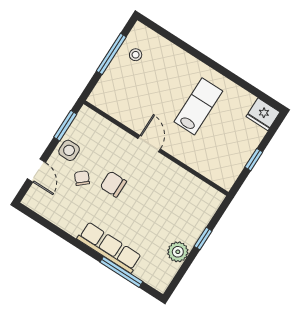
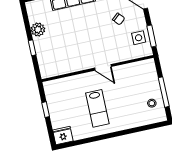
side table: (69, 150) -> (139, 38), moved
chair: (113, 184) -> (101, 31), removed

